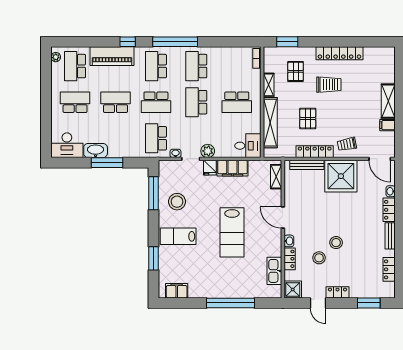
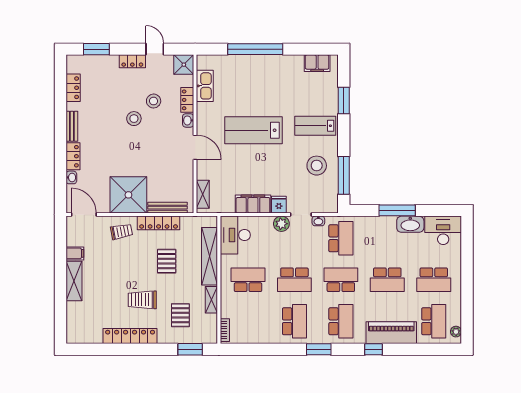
window: (175, 42) -> (319, 349), width x0.47
school desk: (196, 102) -> (294, 280), turned 90
desk: (248, 146) -> (235, 235), width x1.37
lab bench: (232, 232) -> (253, 130), turned -90
lab bench: (178, 236) -> (315, 126), turned 180

